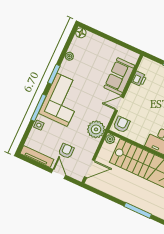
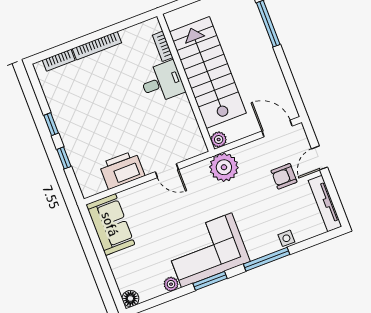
sofa: (119, 77) -> (110, 224), moved, turned -90
printer: (139, 79) -> (122, 170), width x1.87, depth x1.48
corner sofa: (62, 100) -> (207, 250), moved
armchair: (122, 124) -> (188, 143), removed

